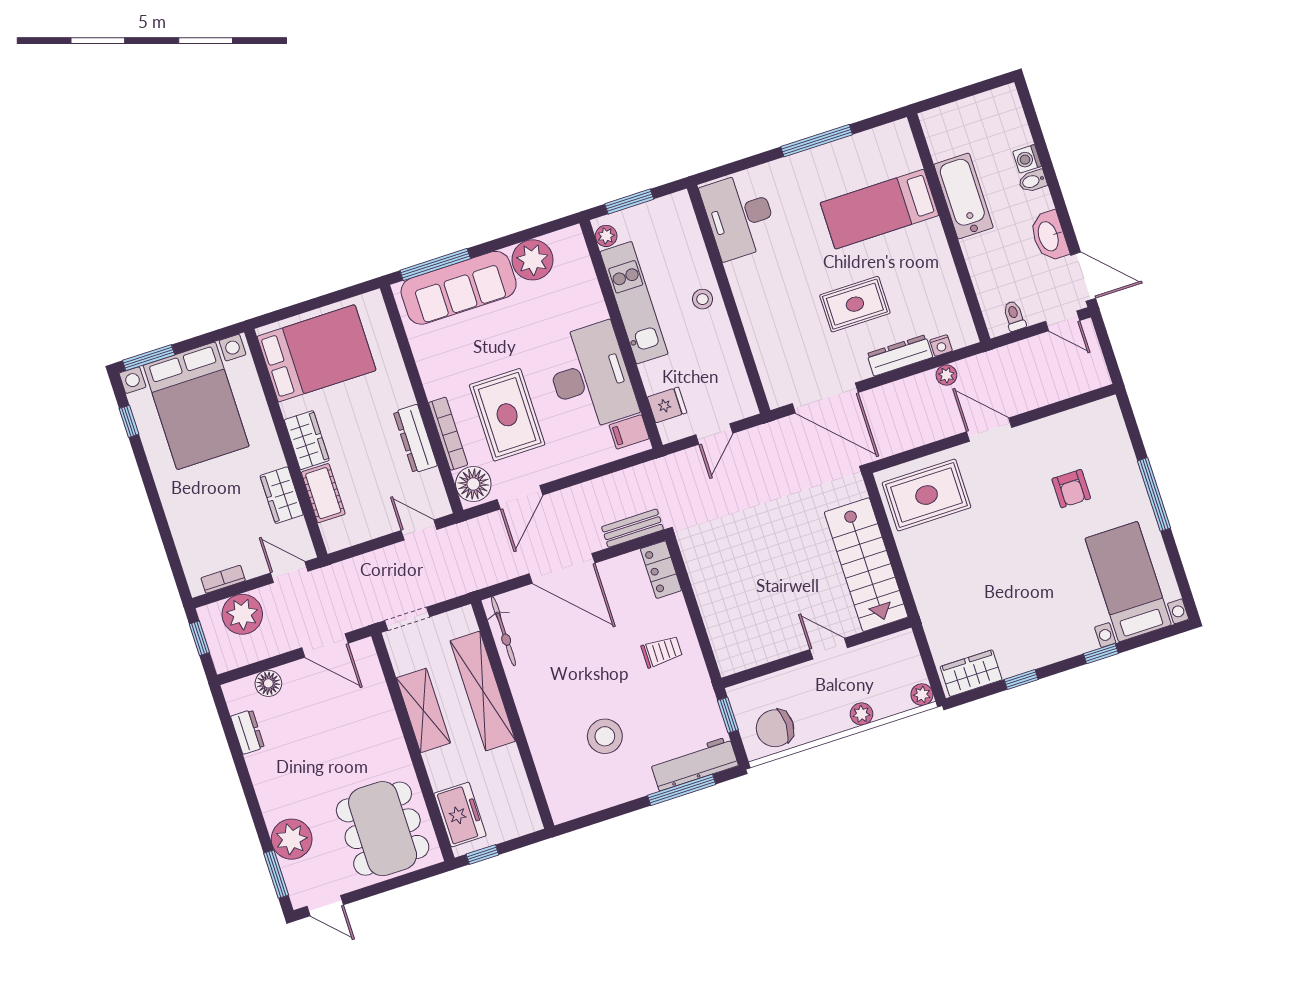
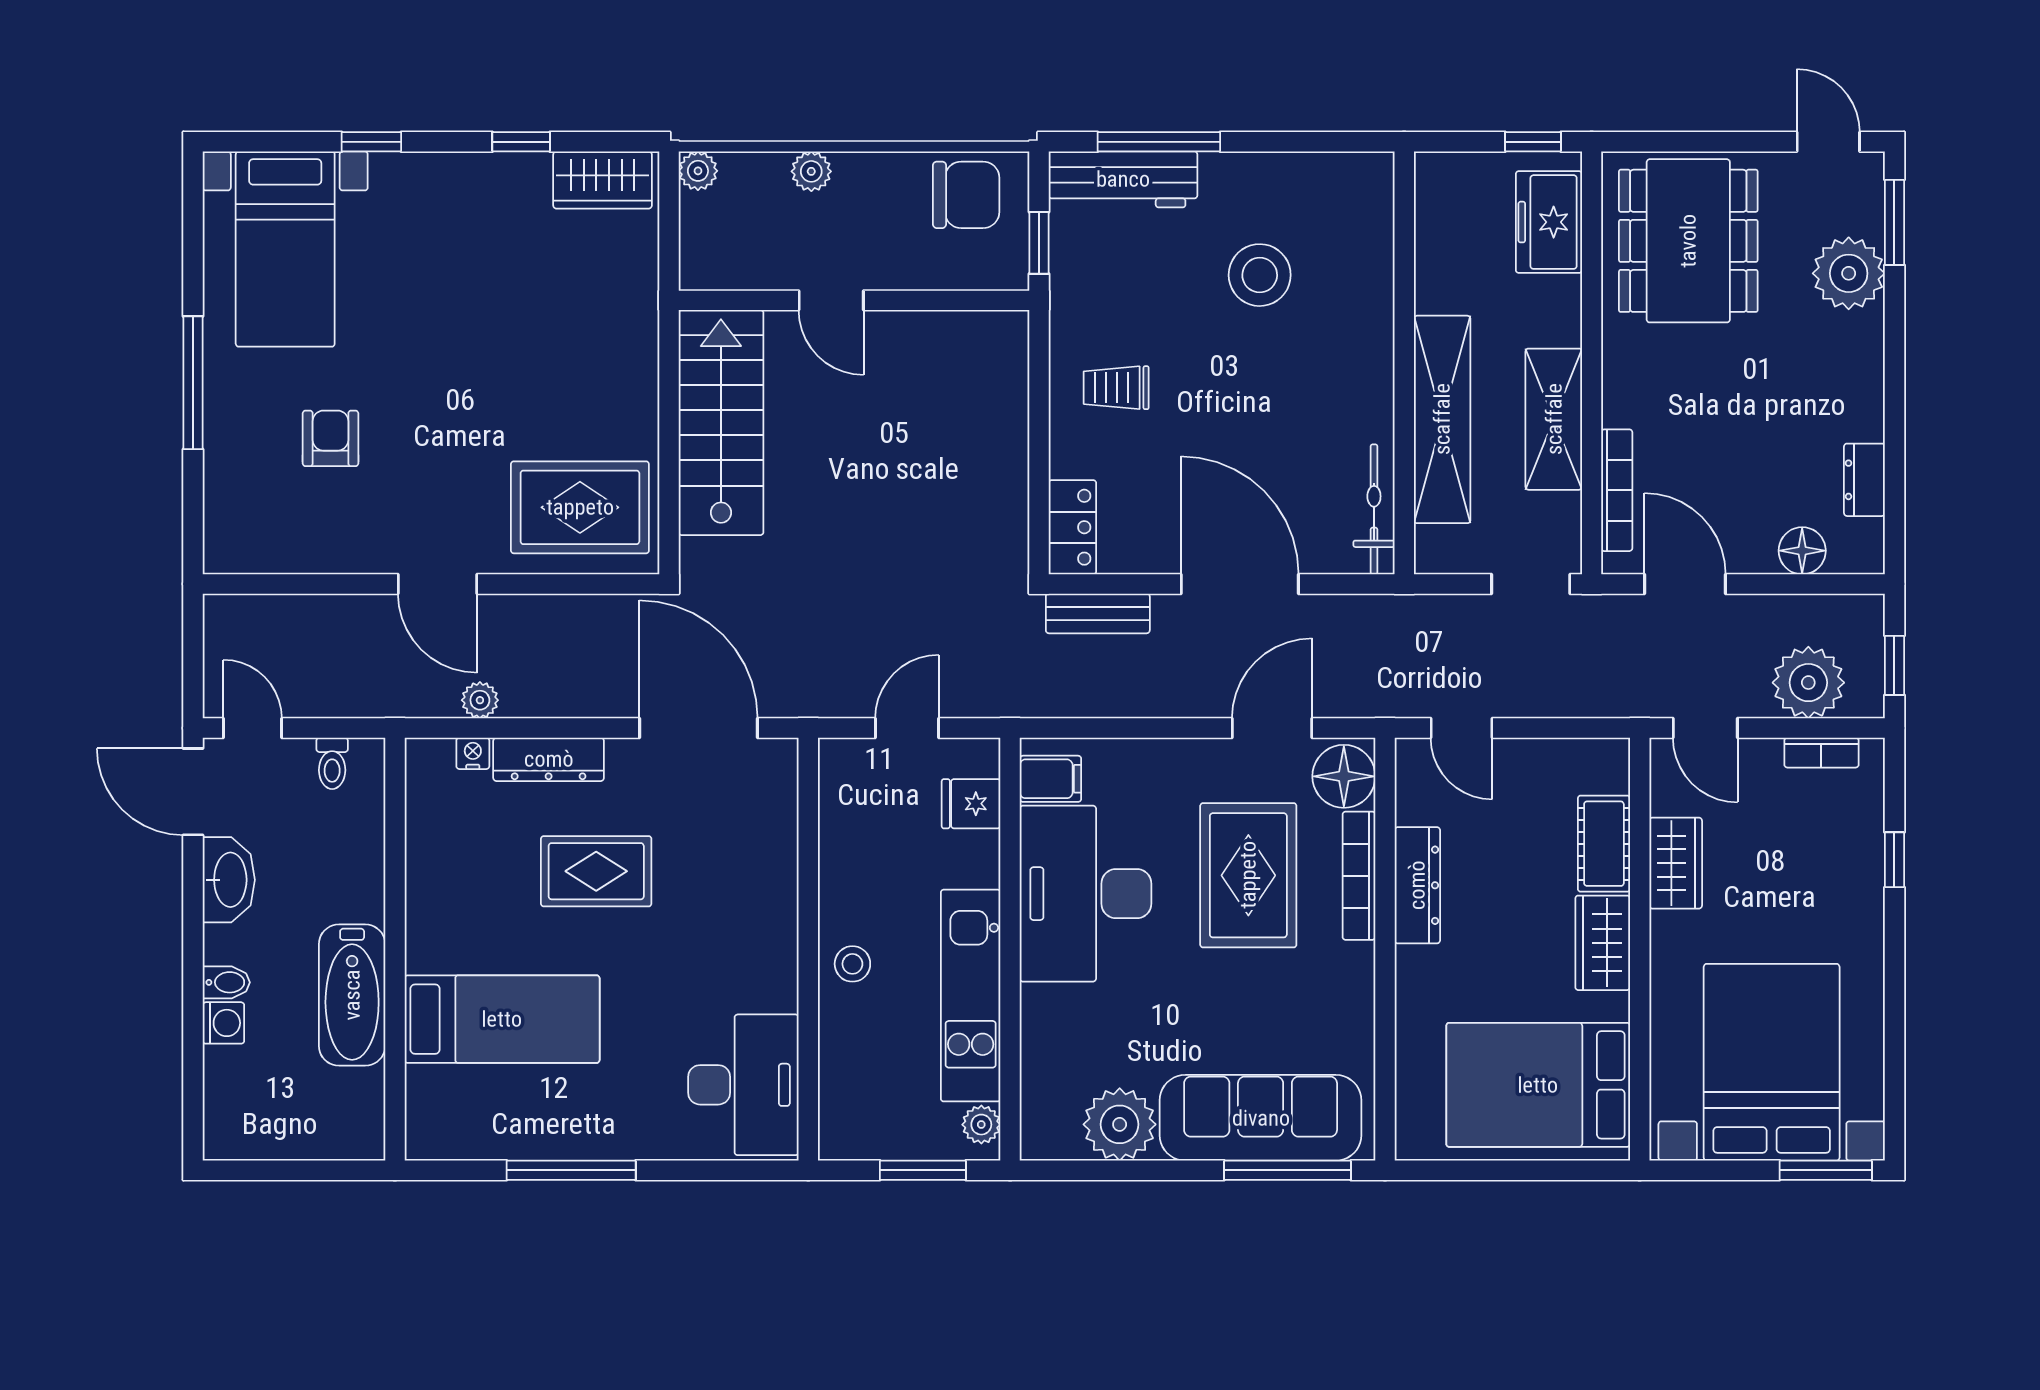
window: (129, 421) -> (1894, 860), moved
bookcase: (377, 684) -> (1617, 490), added

